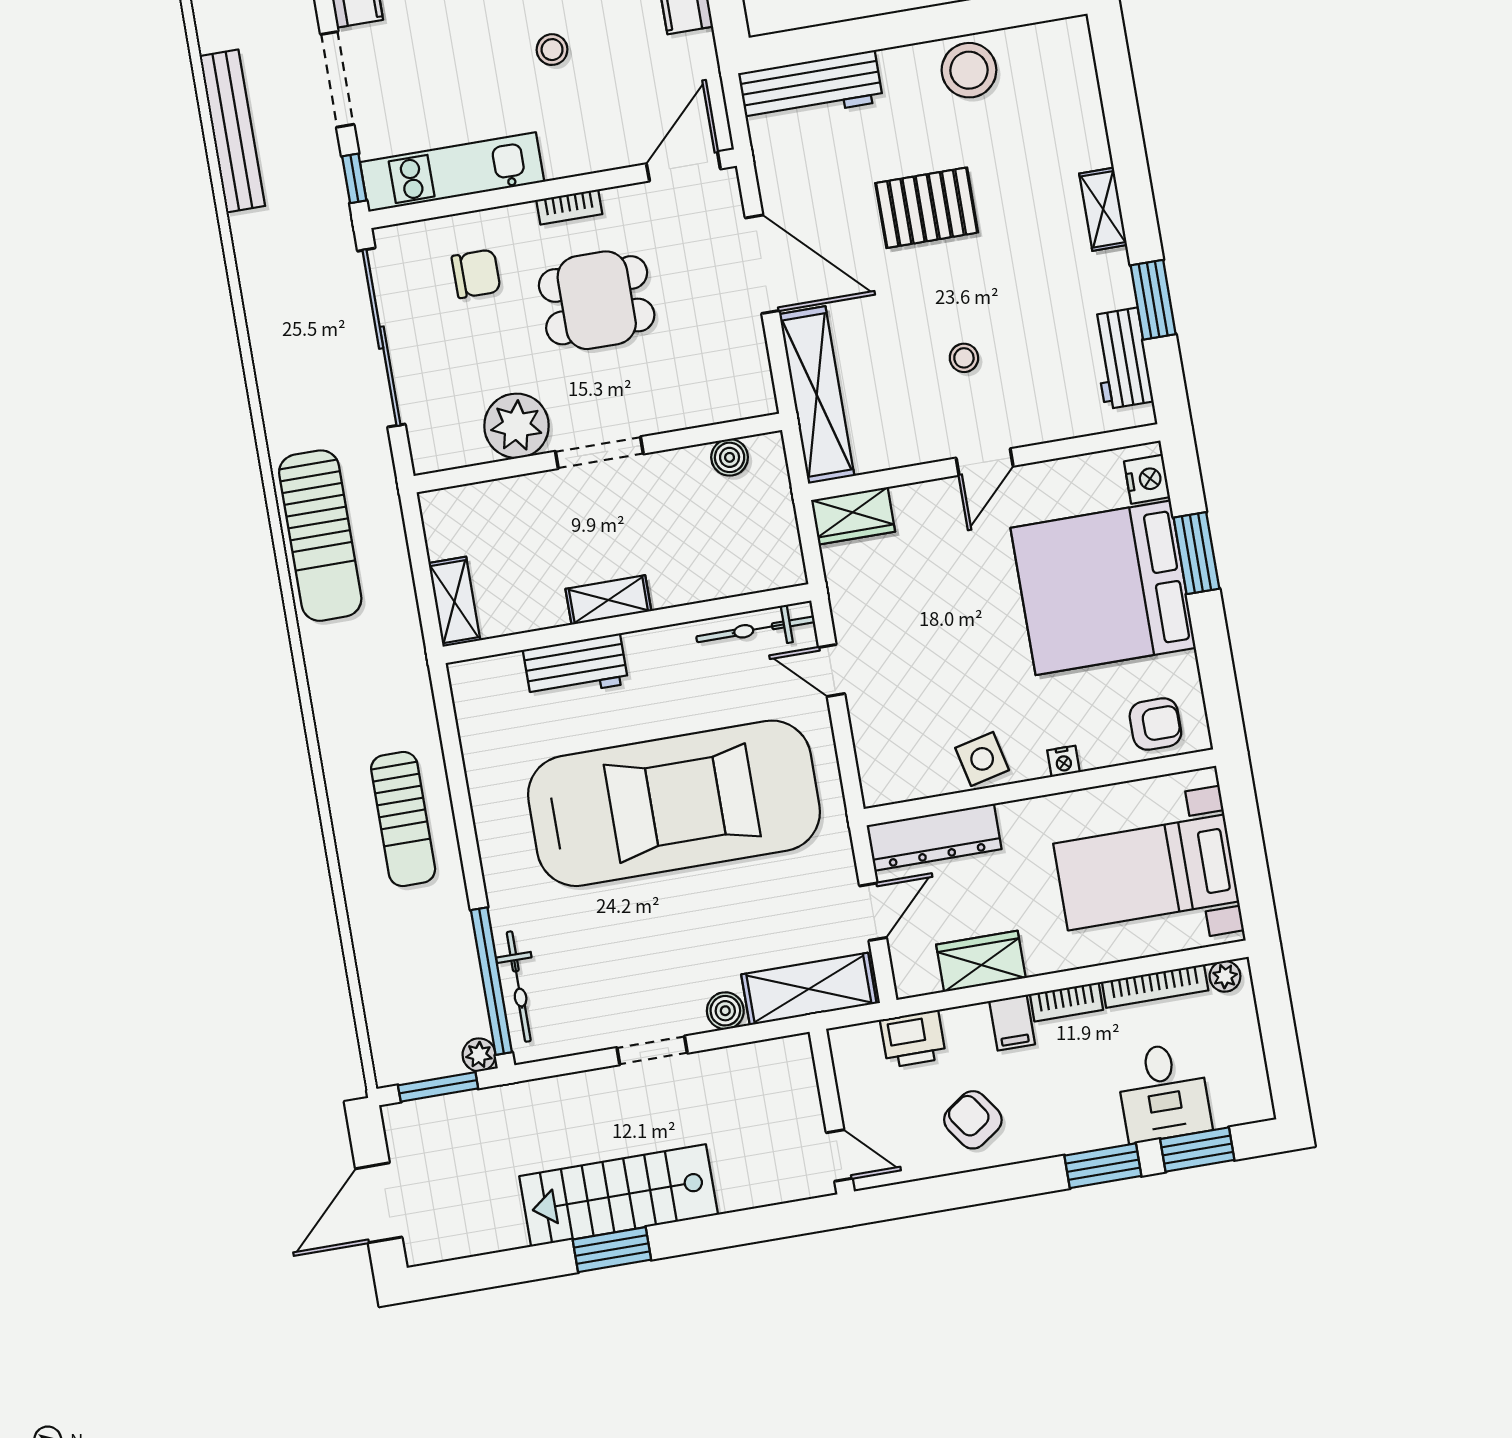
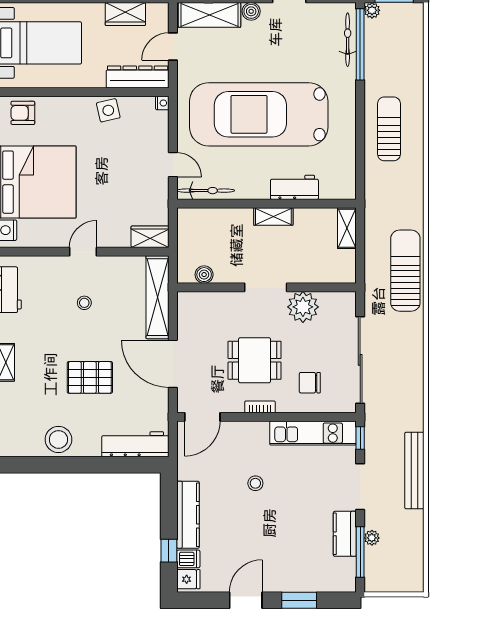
nightstand: (1063, 761) -> (162, 103), moved, turned 90

